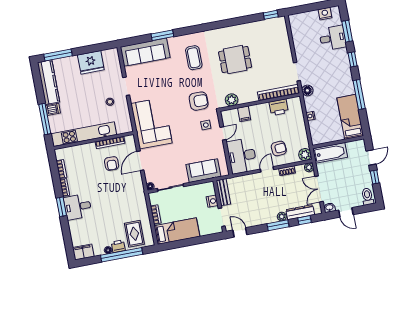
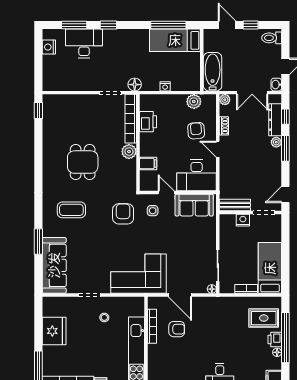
desk: (333, 38) -> (84, 43), width x1.37
window: (359, 94) -> (168, 25), moved
plant: (232, 100) -> (129, 152), moved
plant: (305, 155) -> (194, 102), moved
sofa: (203, 171) -> (194, 205), moved, turned -90

